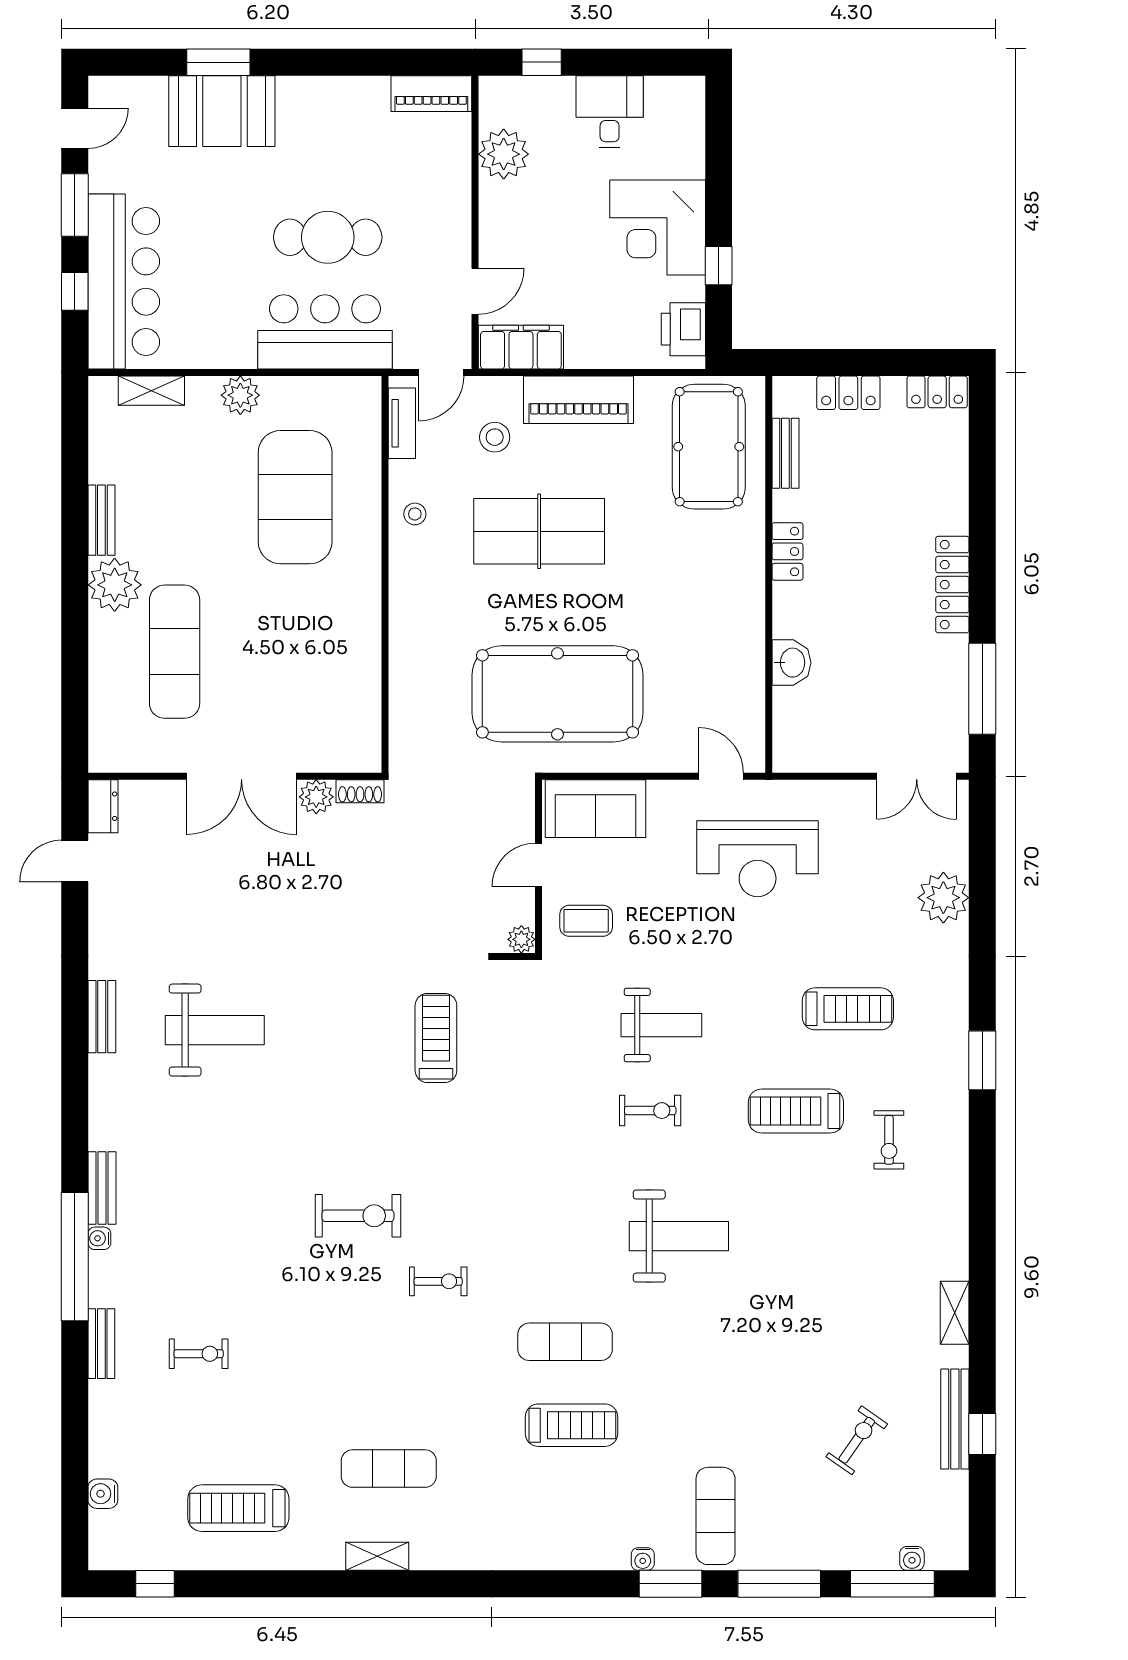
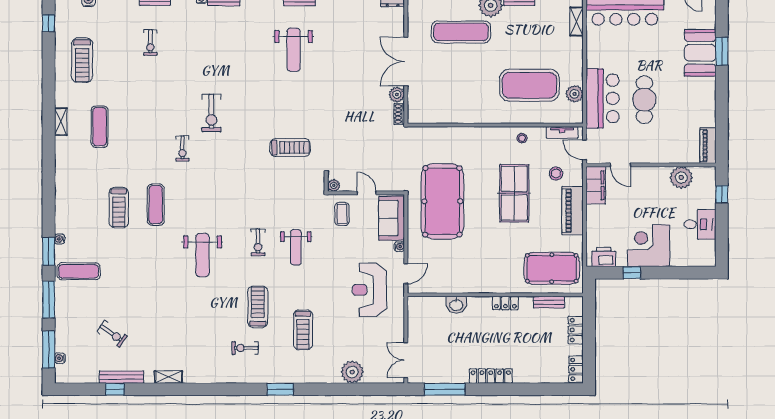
plant: (240, 395) -> (574, 94), moved
water cooler: (660, 791) -> (399, 247), added
treadmill: (238, 1508) -> (82, 60), turned 180

